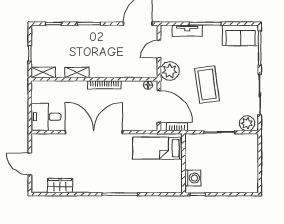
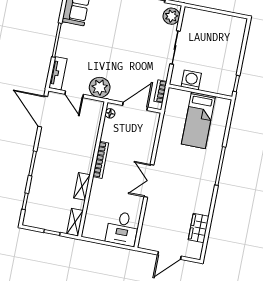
tv unit: (187, 31) -> (58, 73), moved
coffee table: (207, 85) -> (122, 51), removed
door: (159, 106) -> (135, 106), width x0.73
double door: (94, 132) -> (149, 181), width x0.54
bed: (158, 148) -> (198, 120), moved
washing machine: (193, 178) -> (191, 80), moved

